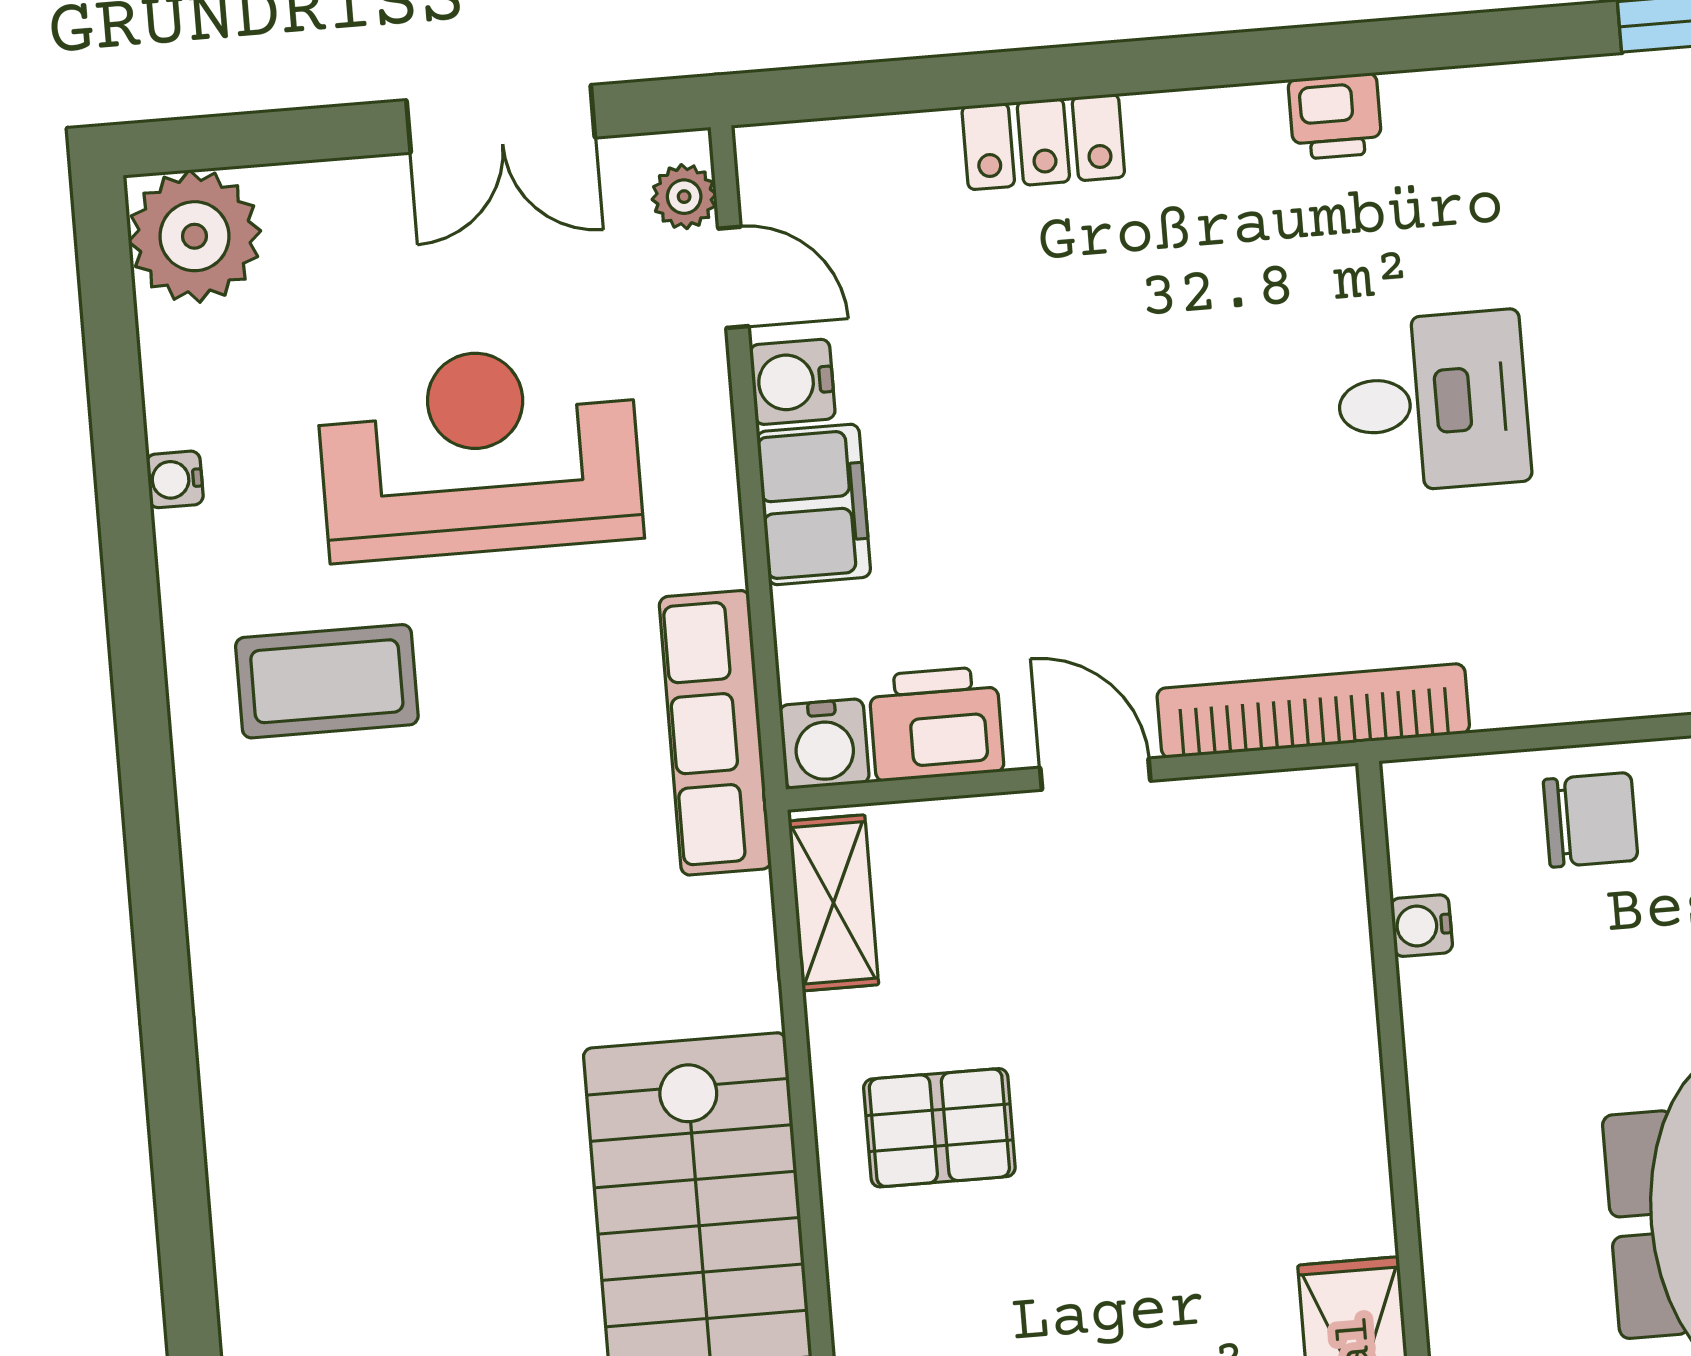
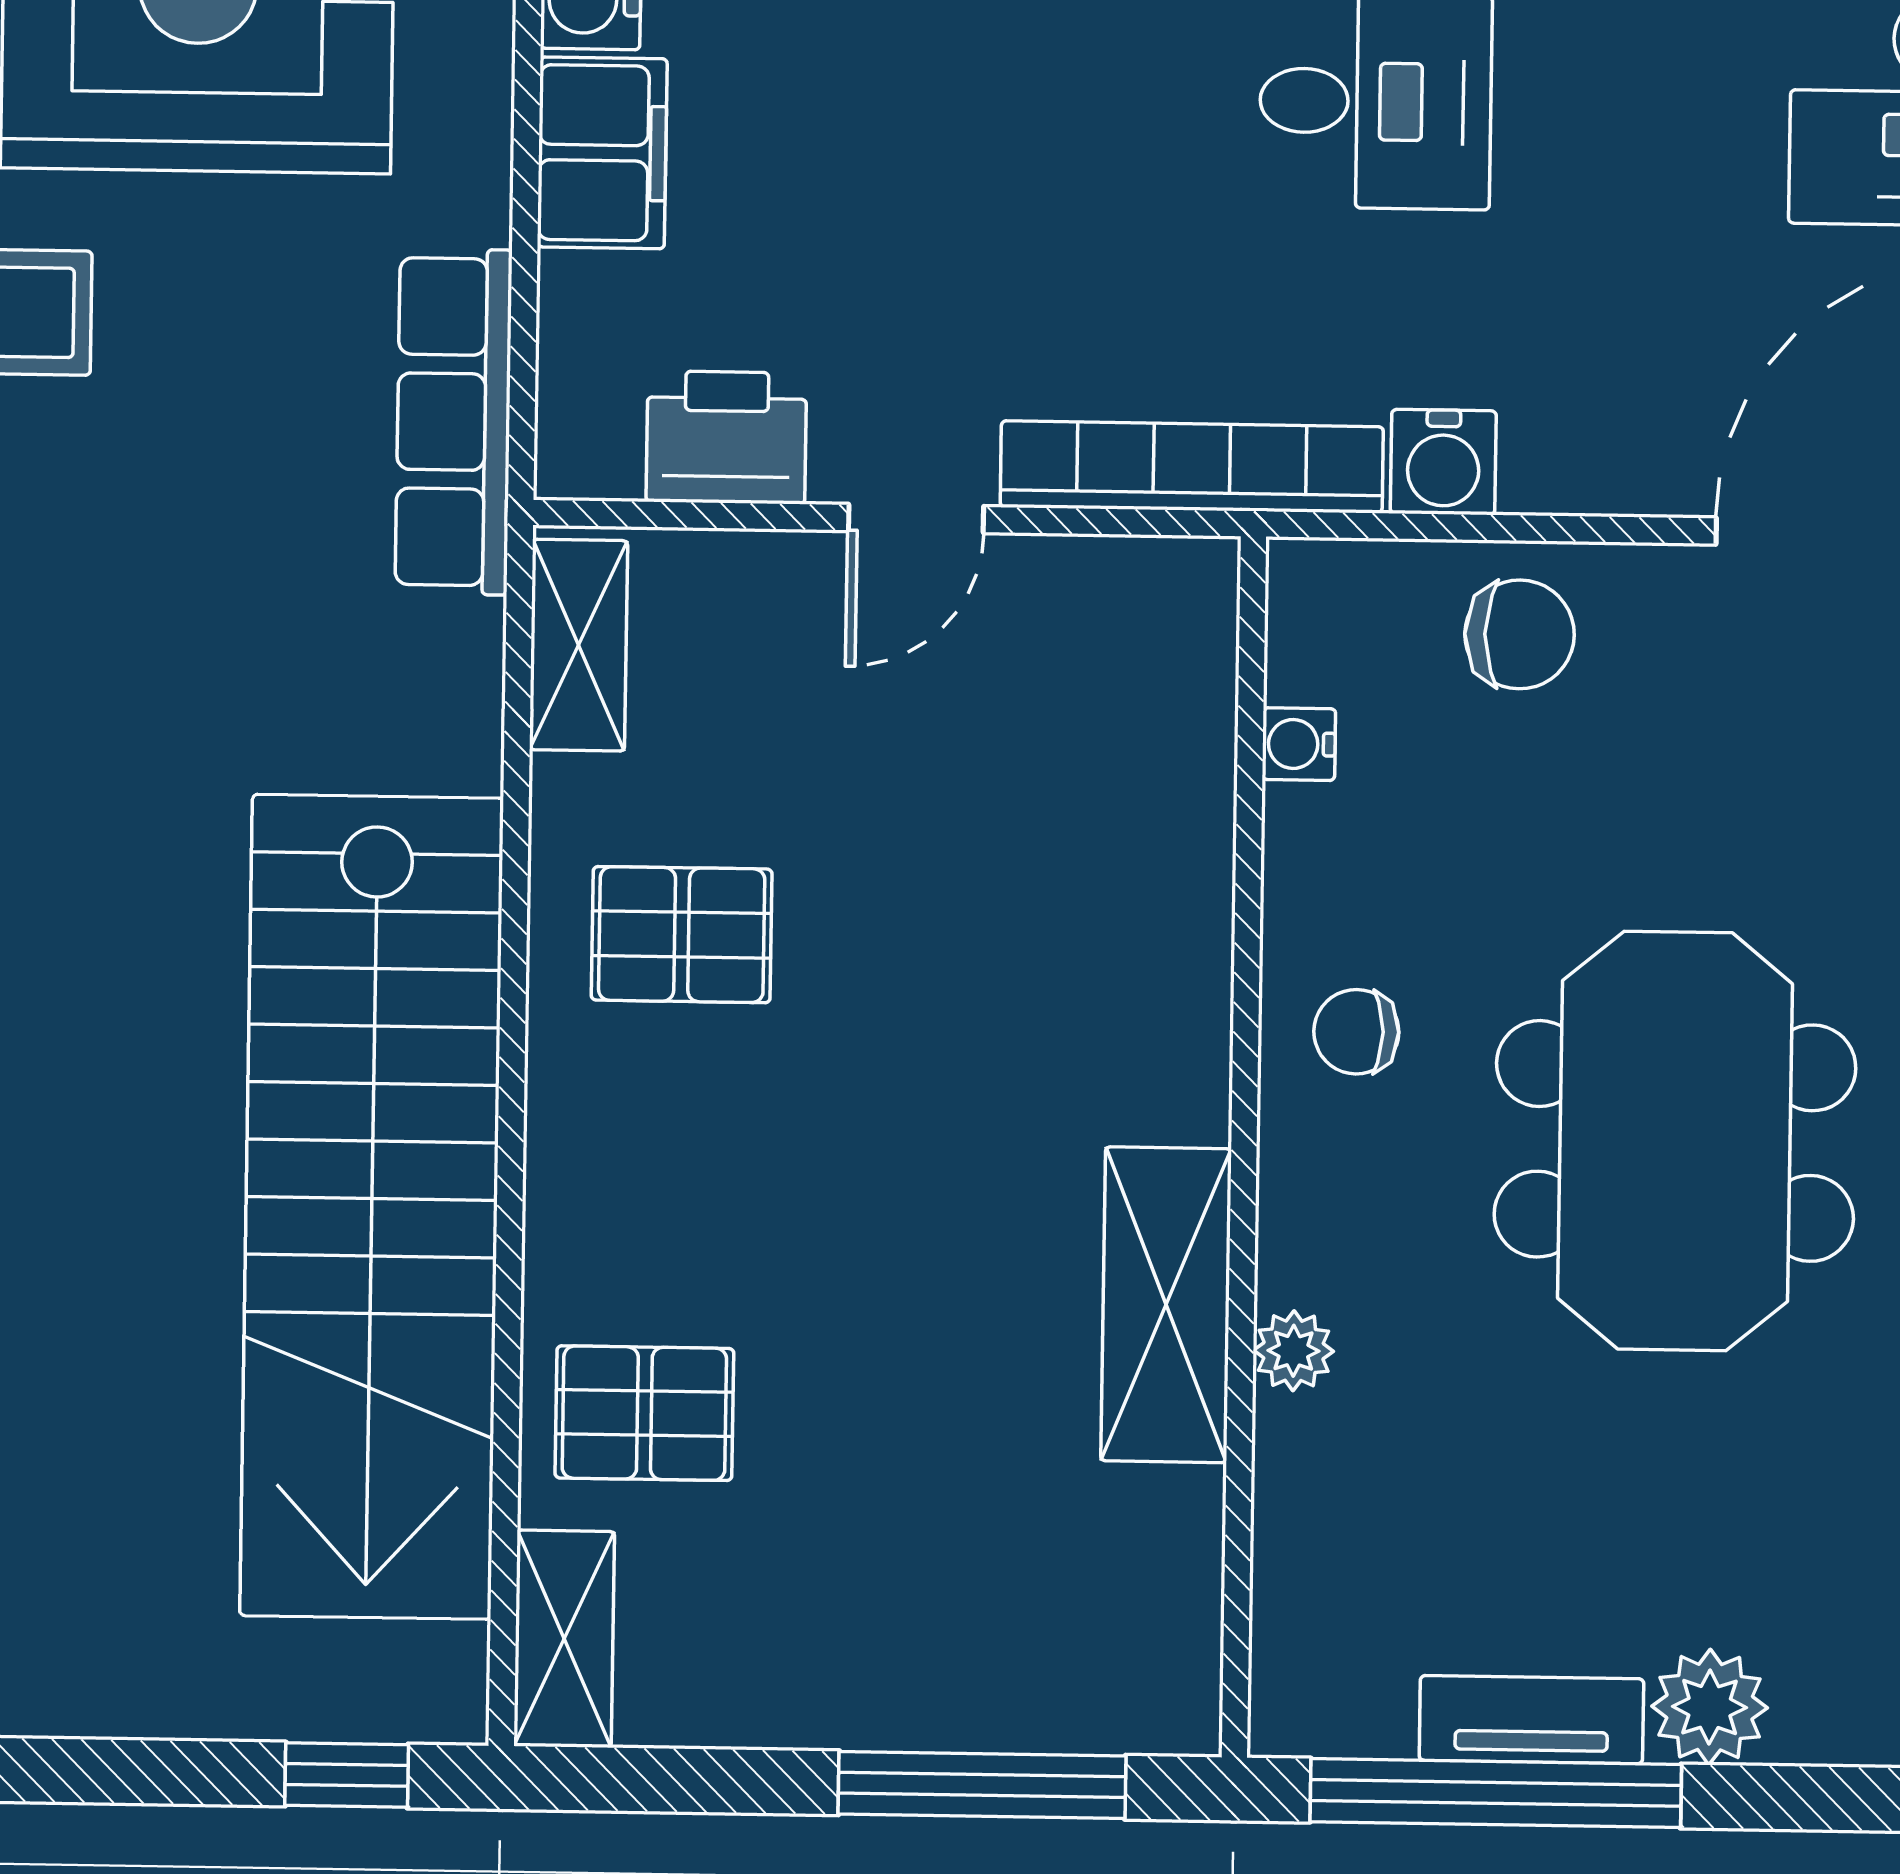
water cooler: (824, 744) -> (1443, 462), moved
door: (1095, 774) -> (916, 519), swing flipped
chair: (1490, 1153) -> (1356, 1032), added

